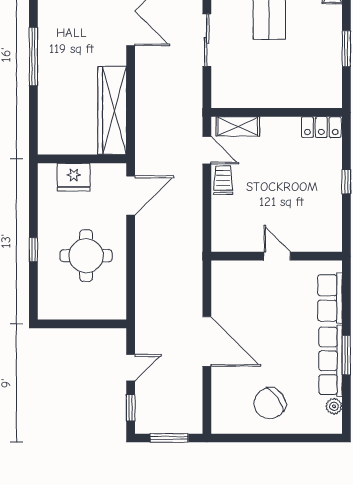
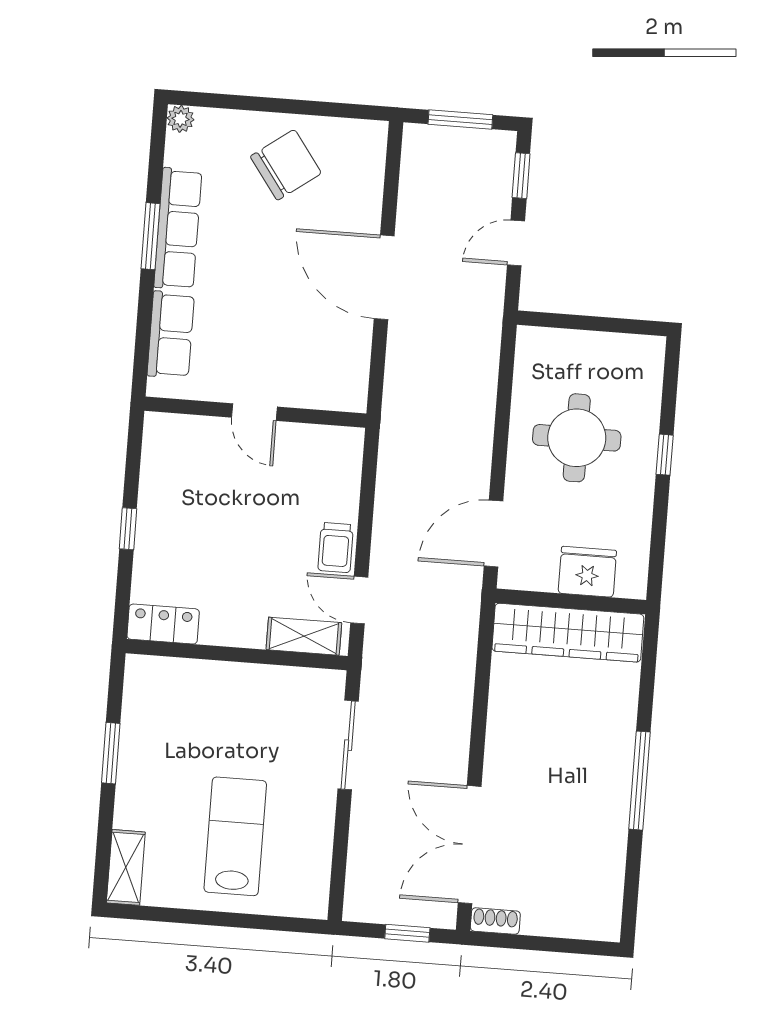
sliding door: (207, 40) -> (348, 745), moved
wardrobe: (112, 110) -> (568, 633), moved, turned 90
plant: (334, 406) -> (181, 119), moved

